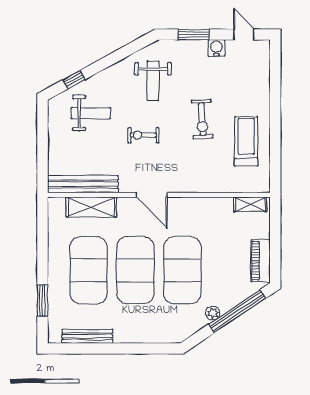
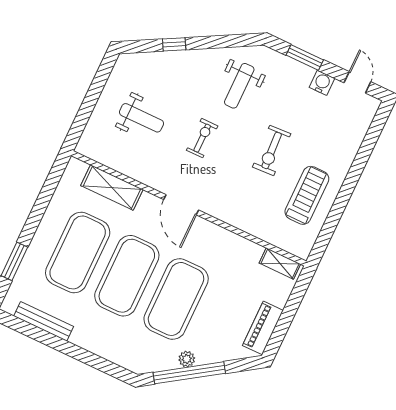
window: (74, 80) -> (174, 44), moved
weight bench: (91, 113) -> (141, 118), moved
exercise bike: (143, 135) -> (202, 138), turned 90
bench: (83, 184) -> (114, 159), removed
window: (237, 311) -> (189, 373), moved

